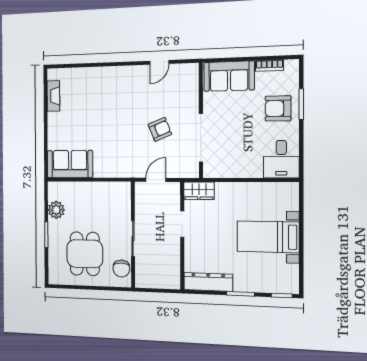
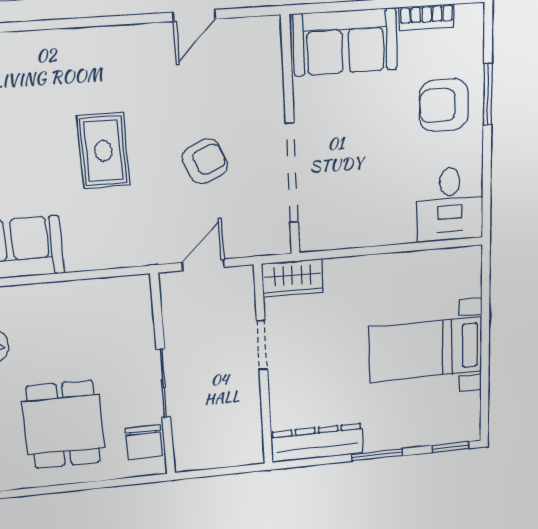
rug: (115, 122) -> (103, 151), added

